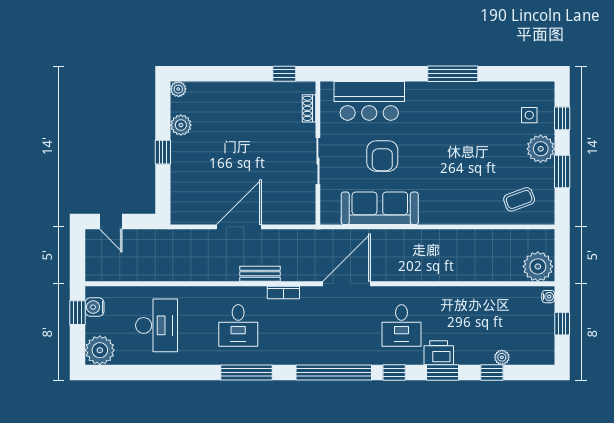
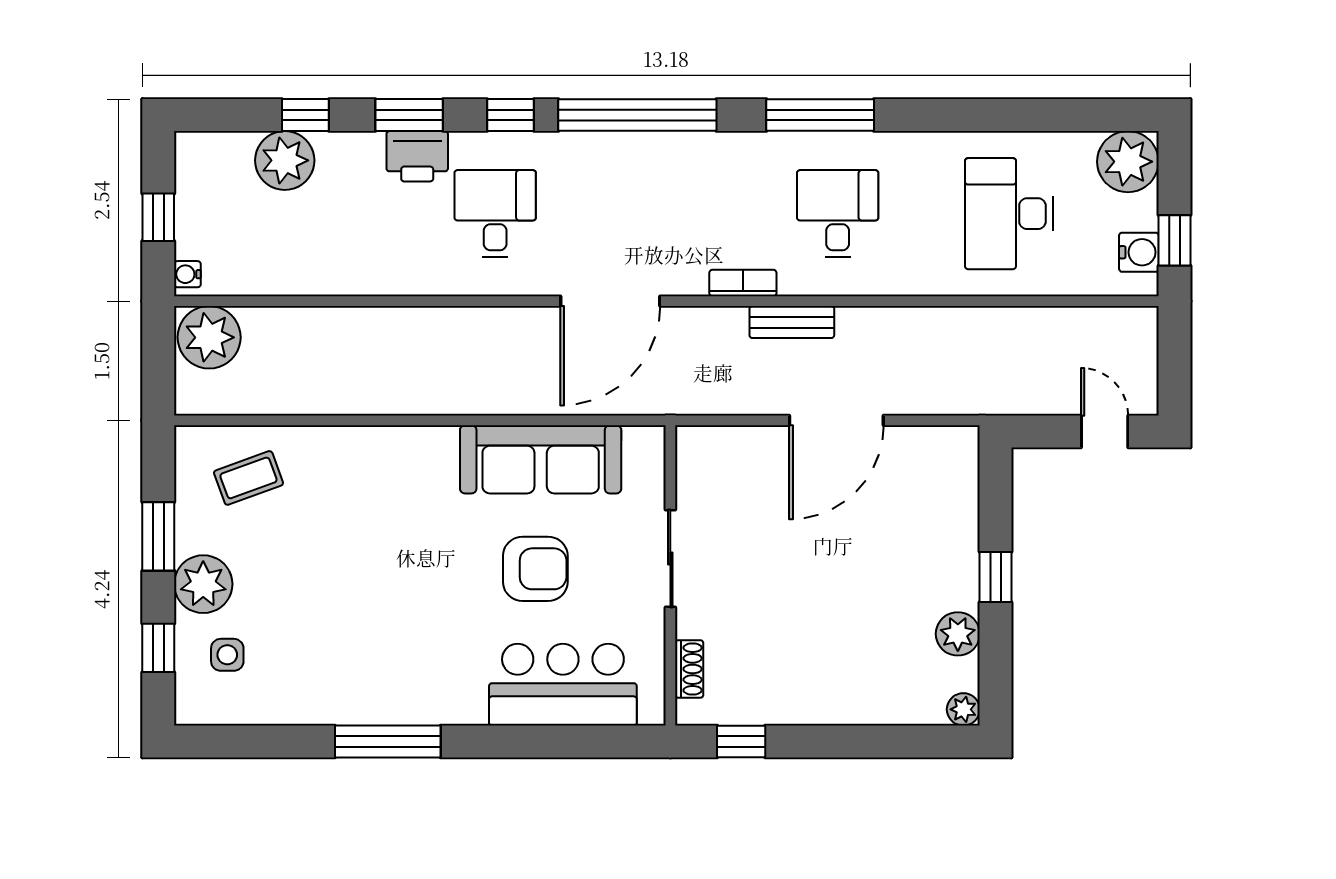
armchair: (382, 156) -> (535, 569), turned 90
plant: (502, 357) -> (285, 160), width x1.88, depth x1.88

